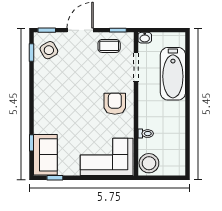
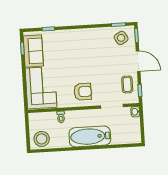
bathtub: (173, 74) -> (90, 136), moved
sofa: (45, 155) -> (33, 51), moved, turned -90
stool: (149, 163) -> (42, 139), moved

